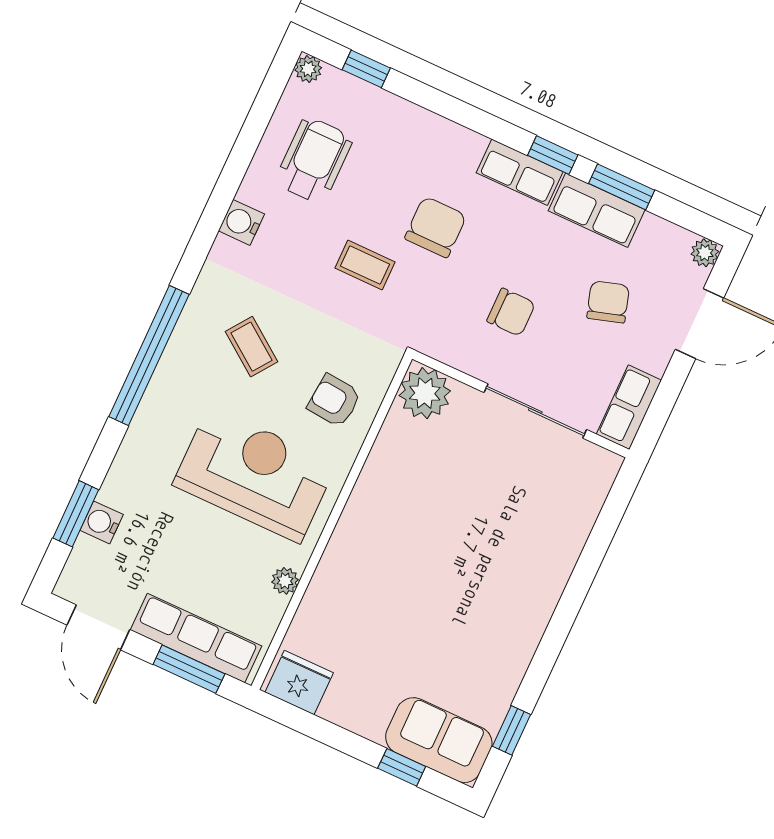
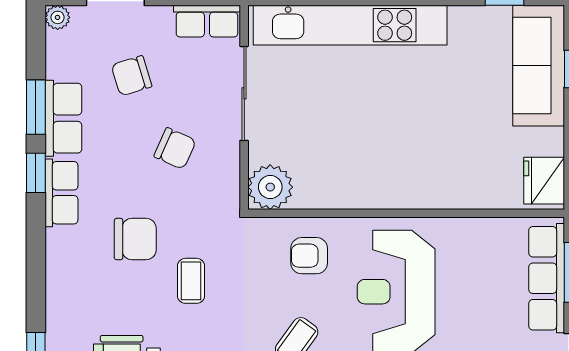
chair: (436, 227) -> (135, 239), turned 180
chair: (511, 312) -> (175, 148), turned 114
armchair: (334, 401) -> (309, 256), turned 85
kitchen unit: (555, 555) -> (350, 25), added
plant: (285, 581) -> (469, 229), removed
sofa: (439, 740) -> (539, 66), width x1.36

